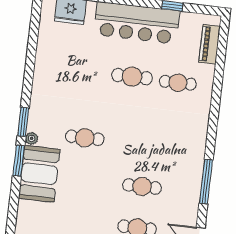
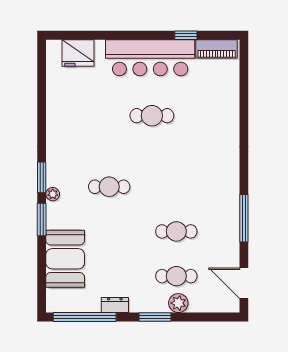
piano: (209, 44) -> (217, 49), moved, turned -90
cafe table: (178, 83) -> (201, 116), removed
booth: (39, 174) -> (65, 259), moved

